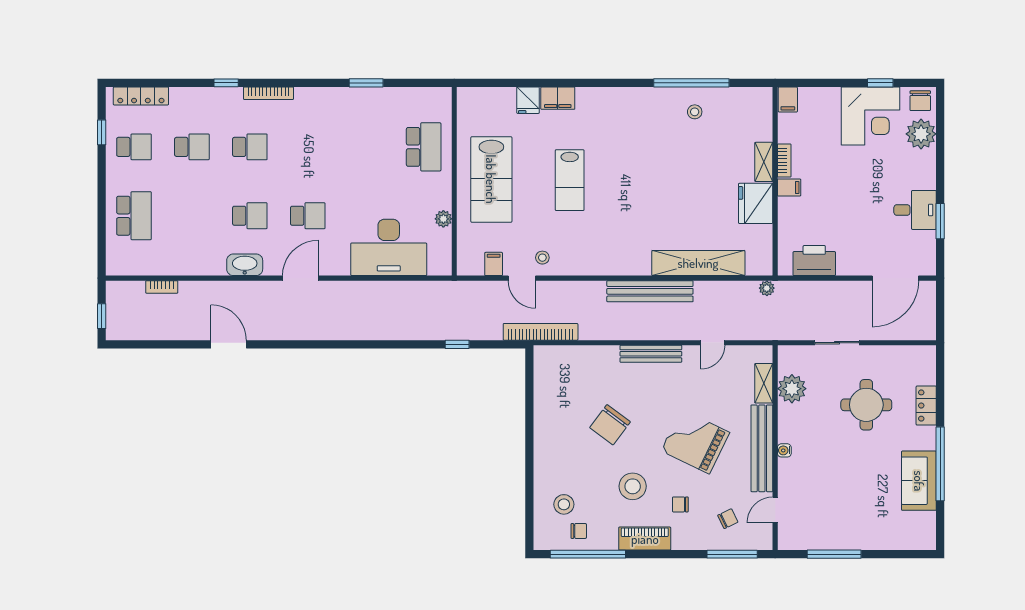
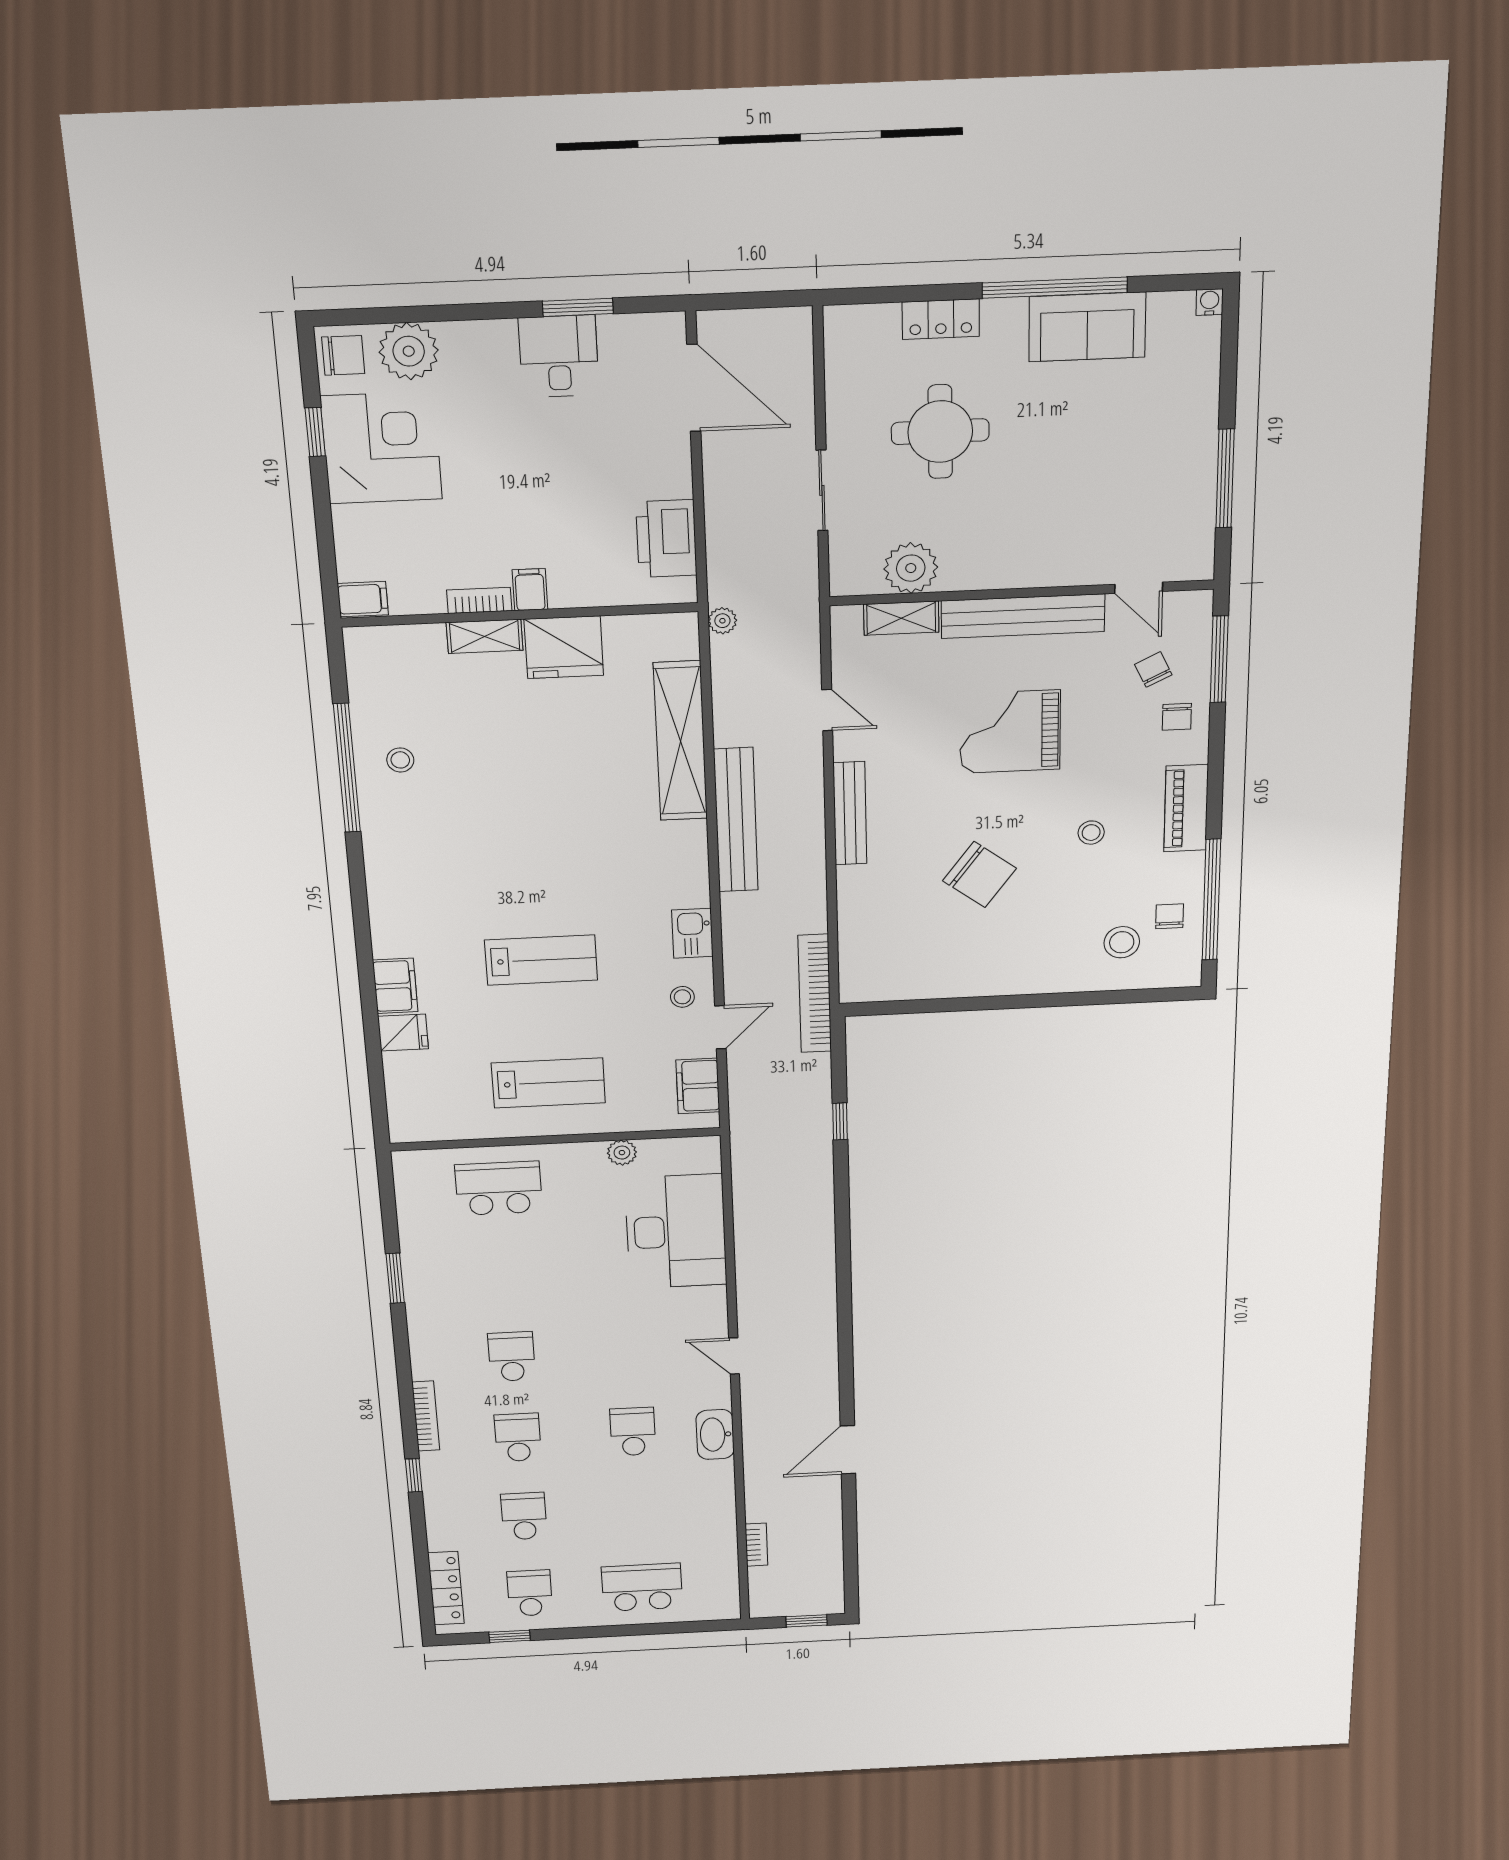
lab bench: (491, 179) -> (548, 1083), width x0.73, depth x0.72
school desk: (308, 216) -> (512, 1357), moved
filing cabinet: (494, 264) -> (698, 1086), width x2.00
kitchen sink: (582, 265) -> (692, 933), added
door: (300, 278) -> (734, 1356), width x0.73
grand piano: (695, 441) -> (1010, 732), turned 64
water cooler: (784, 450) -> (1210, 302), moved, turned 180
stool: (633, 486) -> (1091, 833), width x0.53, depth x0.53
chair: (680, 504) -> (1177, 717), moved

